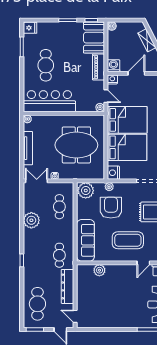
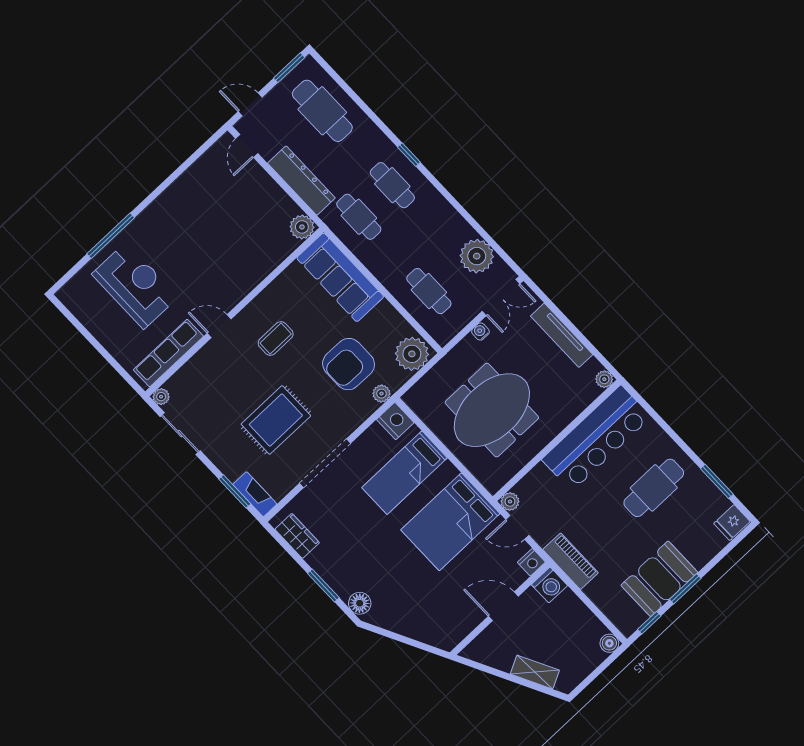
booth: (94, 38) -> (659, 579), moved, turned 90
cafe table: (46, 65) -> (654, 488), turned 90
door: (136, 73) -> (503, 606), swing flipped
bed: (127, 147) -> (404, 473), width x0.67
armchair: (111, 208) -> (349, 364), turned 90
plant: (31, 220) -> (477, 256), moved
coffee table: (128, 240) -> (276, 338), width x0.54, depth x0.58
cafe table: (37, 255) -> (392, 185), added
door: (143, 263) -> (219, 326), hinge flipped
plant: (99, 270) -> (302, 227), moved
door: (75, 316) -> (247, 146), swing flipped

